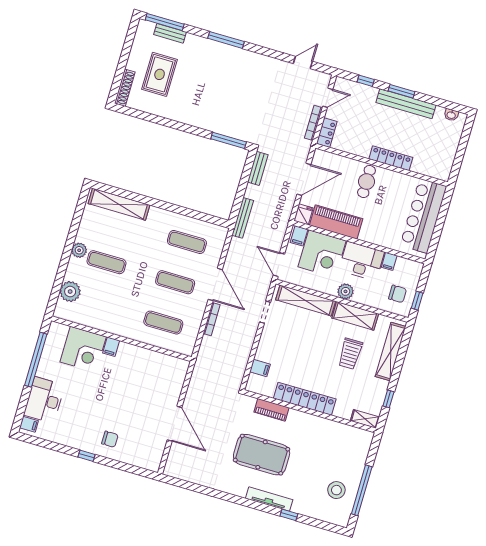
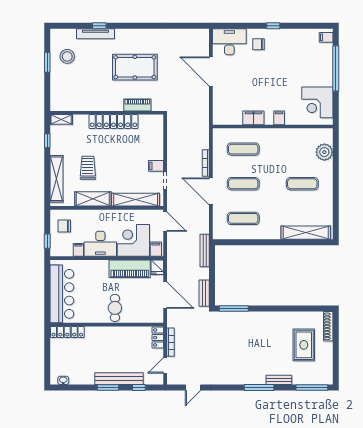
bench: (170, 33) -> (279, 380), moved
bench: (406, 104) -> (119, 379), moved
locker: (391, 158) -> (67, 332), moved
door: (304, 179) -> (165, 295), swing flipped
plant: (79, 250) -> (327, 187), removed
plant: (346, 291) -> (106, 216), removed
window: (417, 301) -> (47, 241), moved
corner desk: (83, 349) -> (317, 102), moved, turned -90
filing cabinet: (141, 355) -> (253, 118), added
window: (36, 360) -> (336, 68), moved
filing cabinet: (260, 368) -> (156, 166), moved
desk: (44, 400) -> (229, 42), moved, turned -90
window: (362, 490) -> (47, 62), width x0.47
tv unit: (269, 499) -> (95, 34), moved

